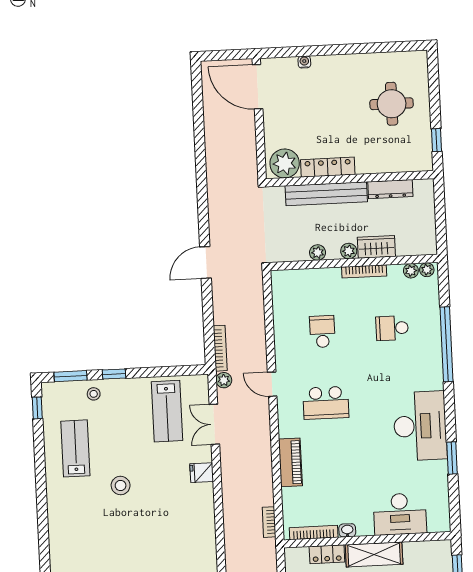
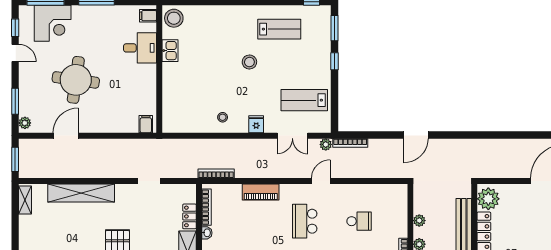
door: (206, 262) -> (416, 135), swing flipped
stool: (94, 394) -> (223, 117), moved
double door: (214, 424) -> (292, 136), swing flipped
bookcase: (269, 522) -> (216, 174), width x1.56

